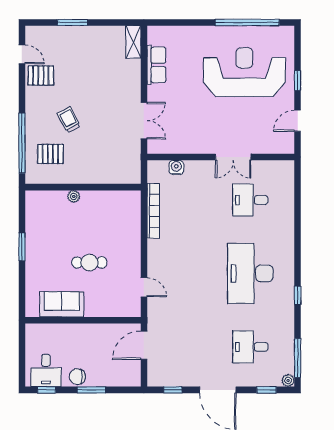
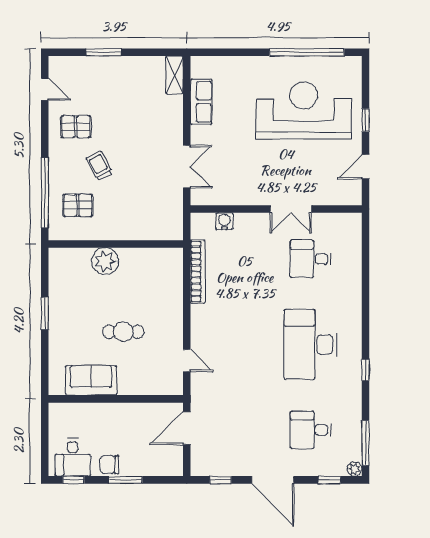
pallet: (41, 76) -> (76, 127), moved
plant: (74, 196) -> (105, 261), width x1.88, depth x1.88

